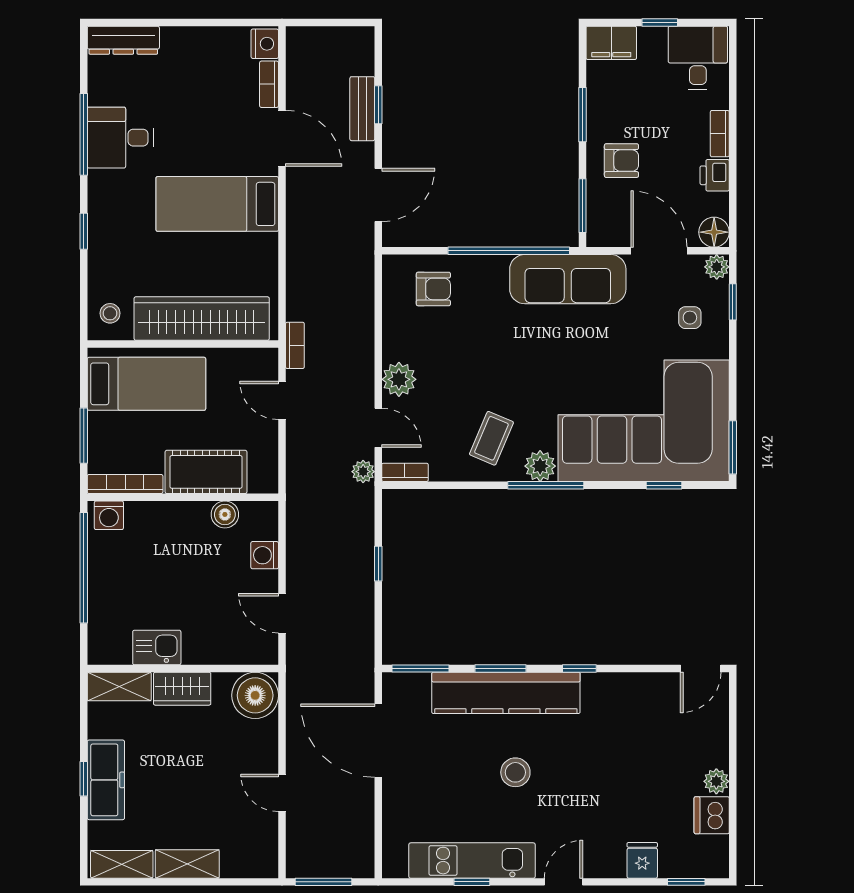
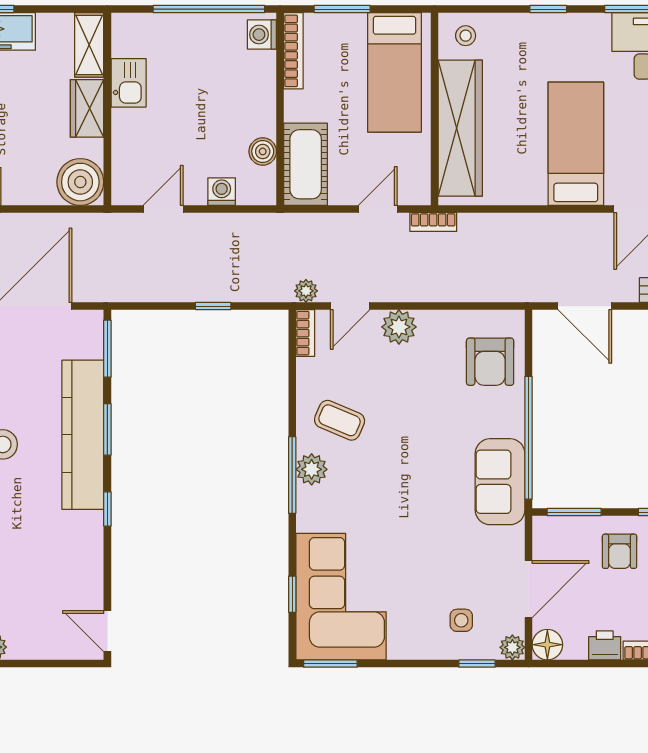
sofa: (568, 279) -> (500, 482), width x0.73
armchair: (433, 289) -> (490, 362), width x1.38, depth x1.38
corner sofa: (644, 421) -> (341, 597), width x0.73, depth x0.74
cot: (206, 472) -> (306, 164), moved

